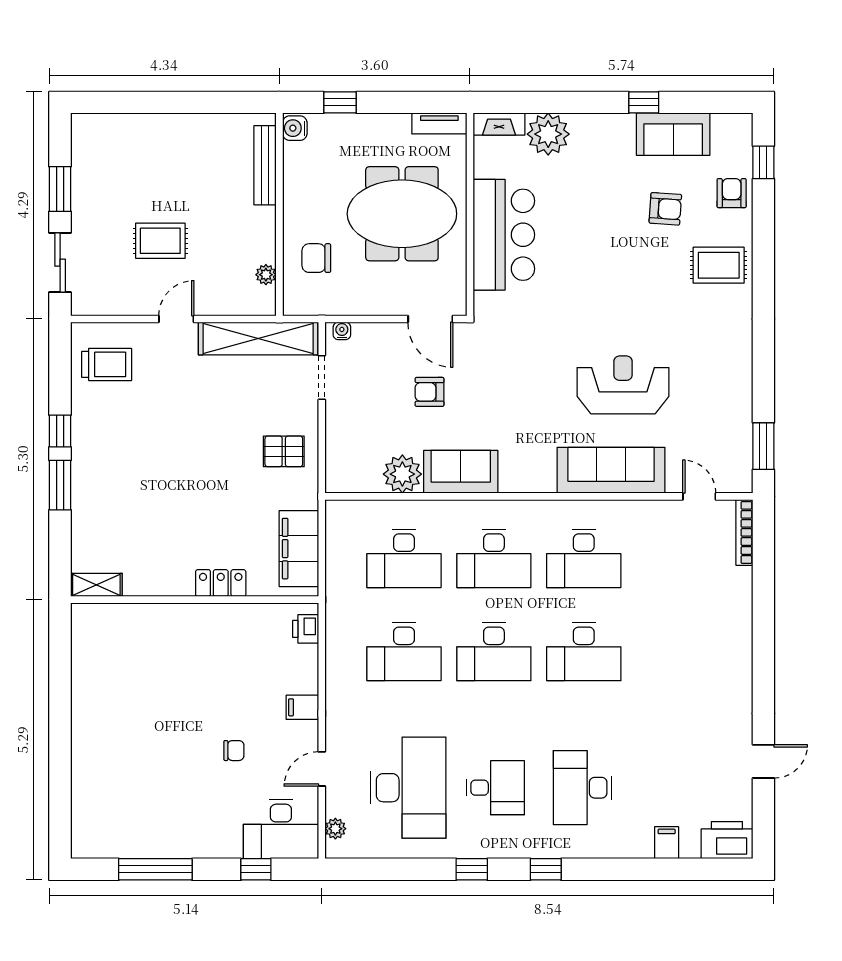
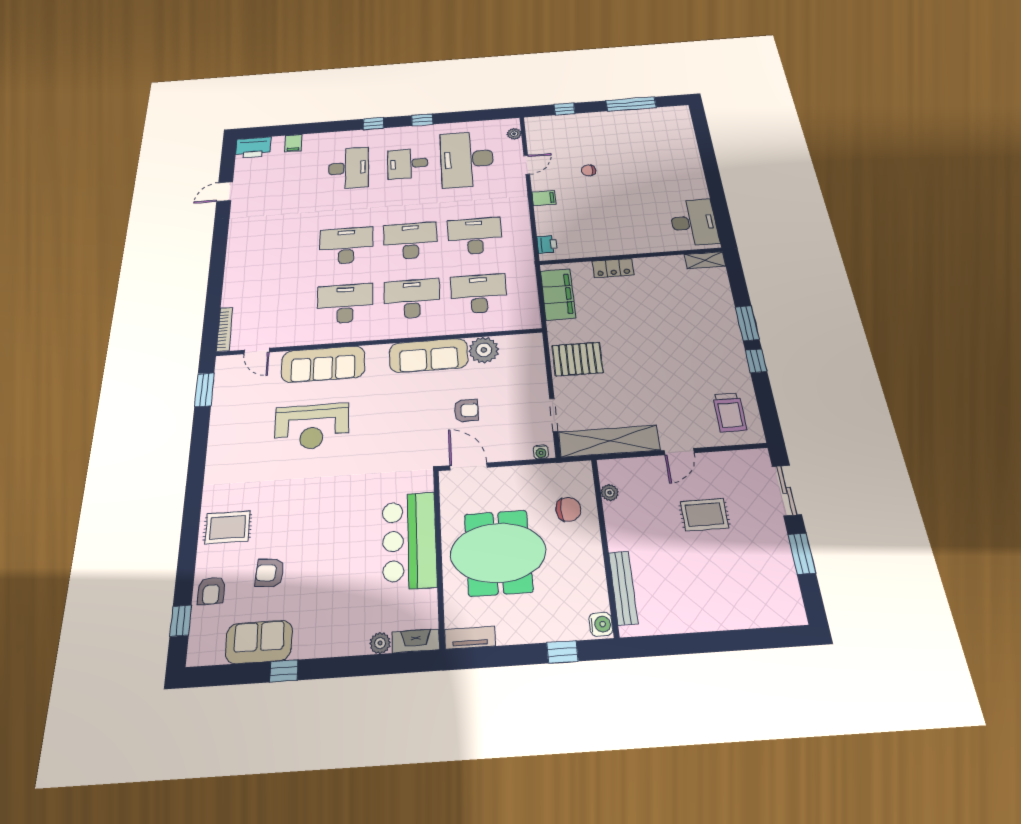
plant: (548, 134) -> (380, 643), width x0.53, depth x0.53
trolley: (107, 364) -> (730, 412), turned -90
pallet: (284, 451) -> (577, 359), width x1.50, depth x1.42
sofa: (461, 472) -> (429, 356), width x1.36
desk: (281, 829) -> (694, 223), moved, turned 90

